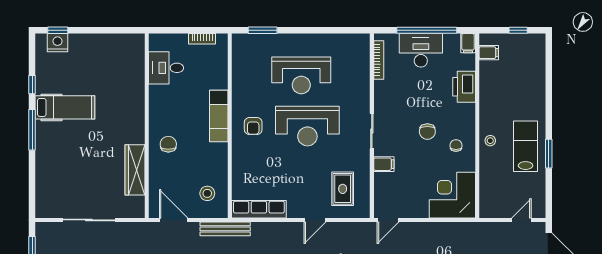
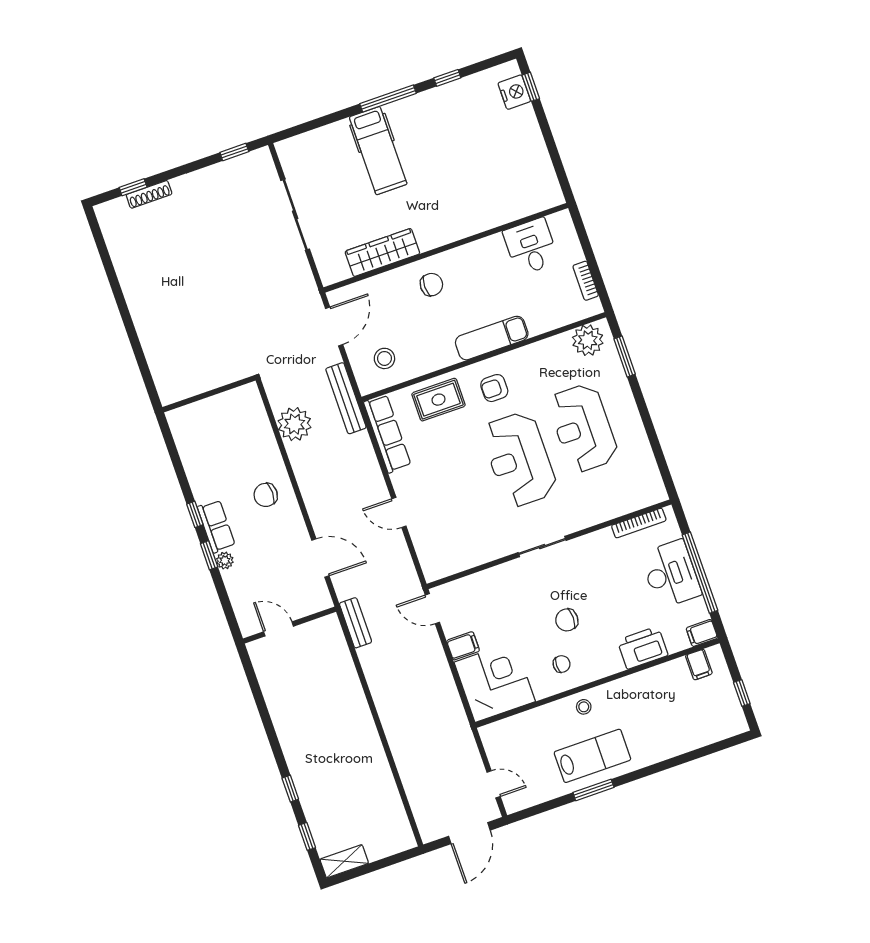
plant: (243, 51) -> (588, 340), added
hospital bed: (65, 107) -> (378, 150), moved
filing cabinet: (384, 164) -> (463, 646), moved, turned -90
rug: (343, 189) -> (438, 400), moved

